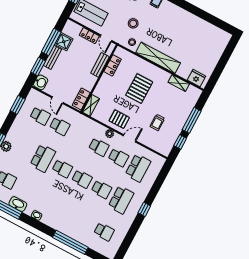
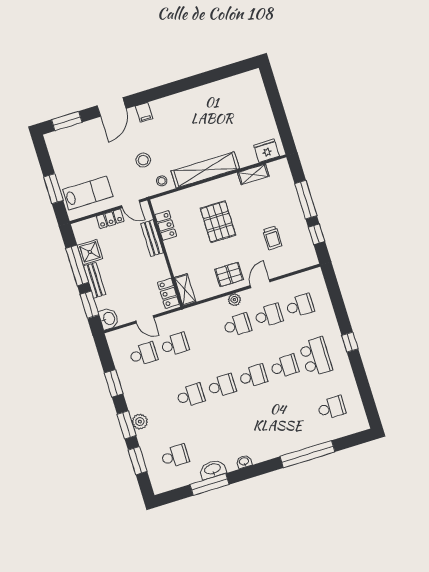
window: (18, 105) -> (114, 383), moved
school desk: (43, 158) -> (190, 395), width x0.54
school desk: (138, 168) -> (300, 306), width x0.54

